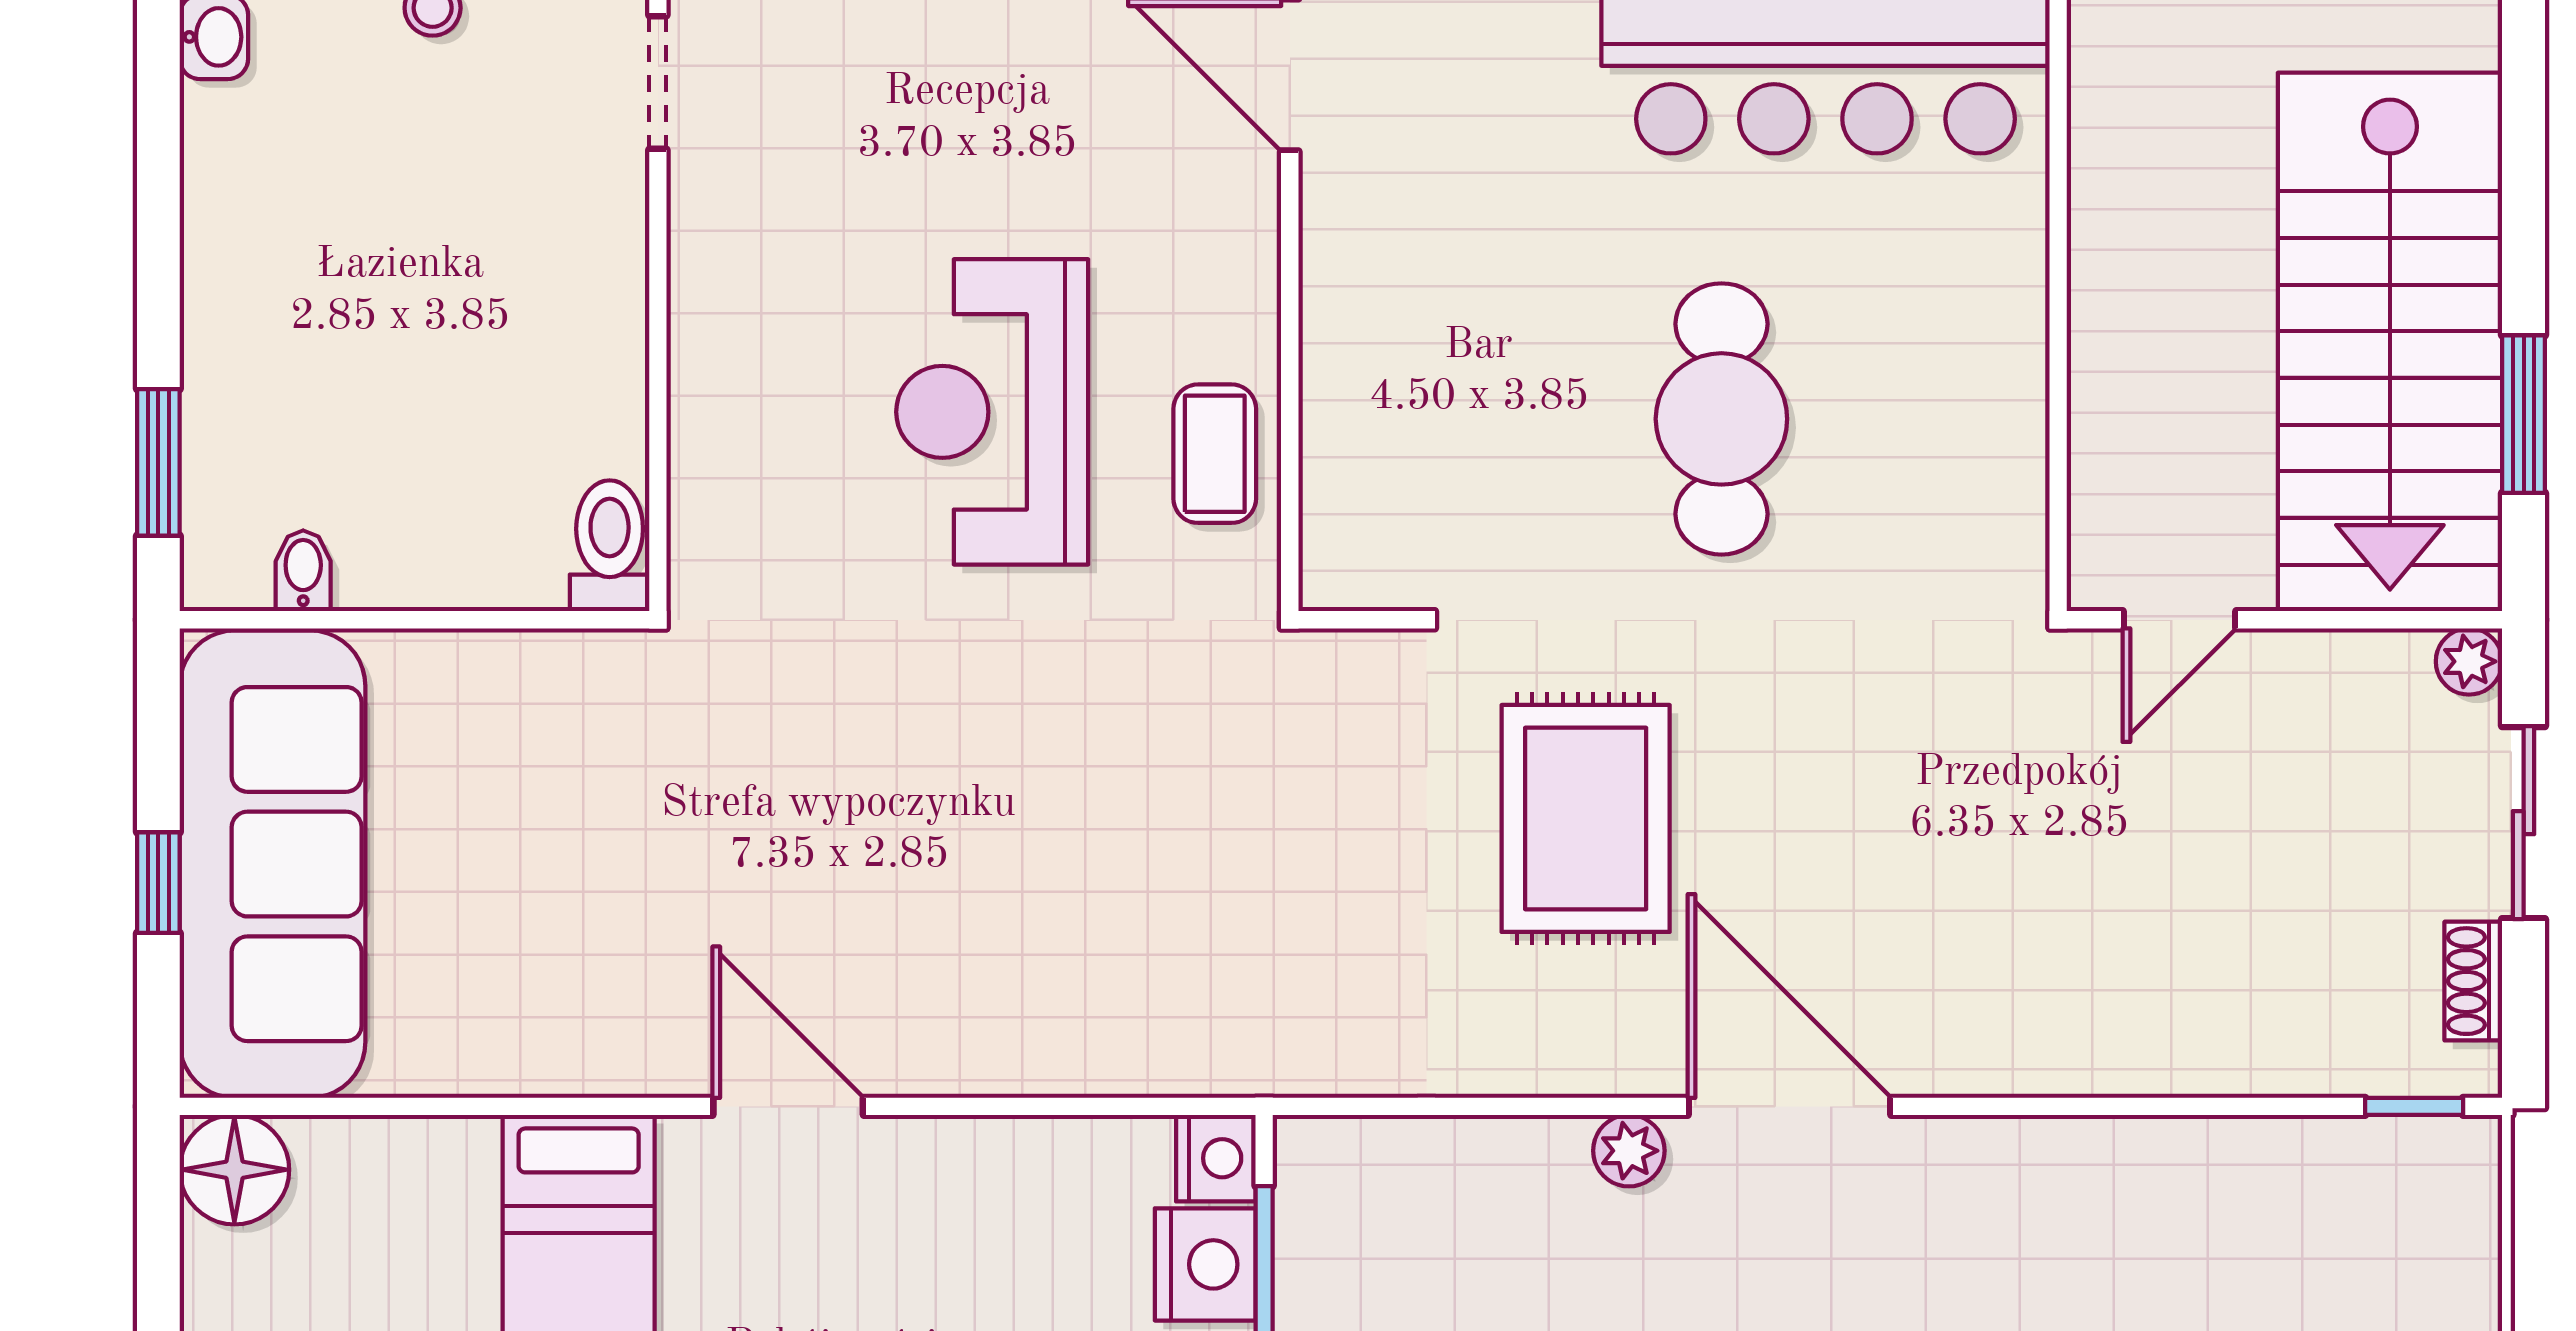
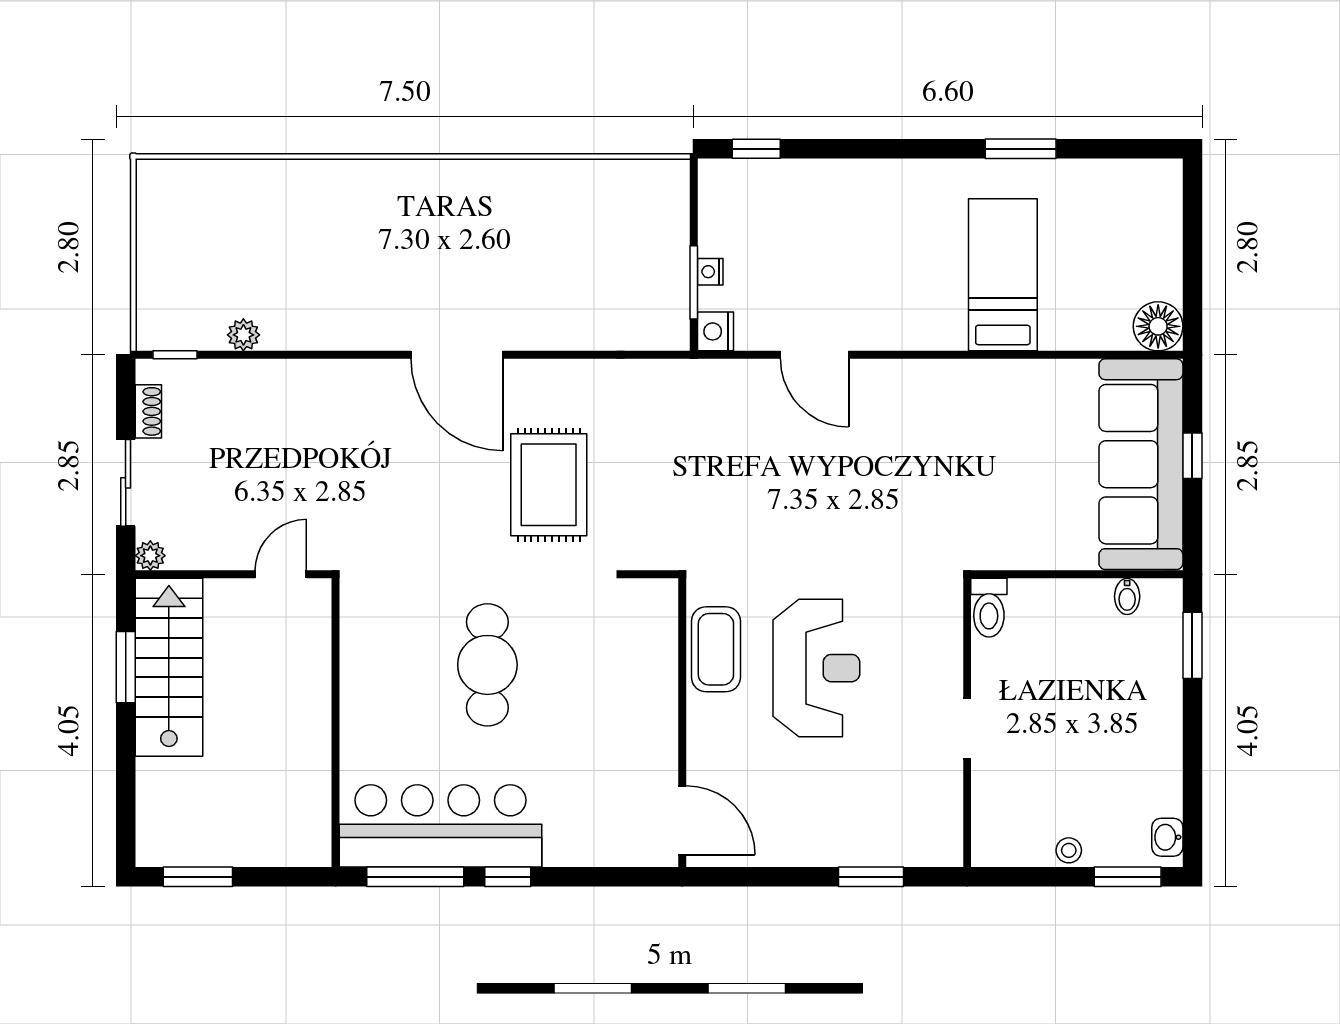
doorway: (658, 82) -> (967, 729), moved
stairs: (2390, 342) -> (169, 667), width x0.73, depth x0.66
coffee table: (1215, 454) -> (716, 649), width x1.36, depth x1.30
door: (788, 1106) -> (815, 355), moved
plant: (1629, 1151) -> (243, 335), moved
nightstand: (1205, 1264) -> (710, 272), width x0.53, depth x0.56

